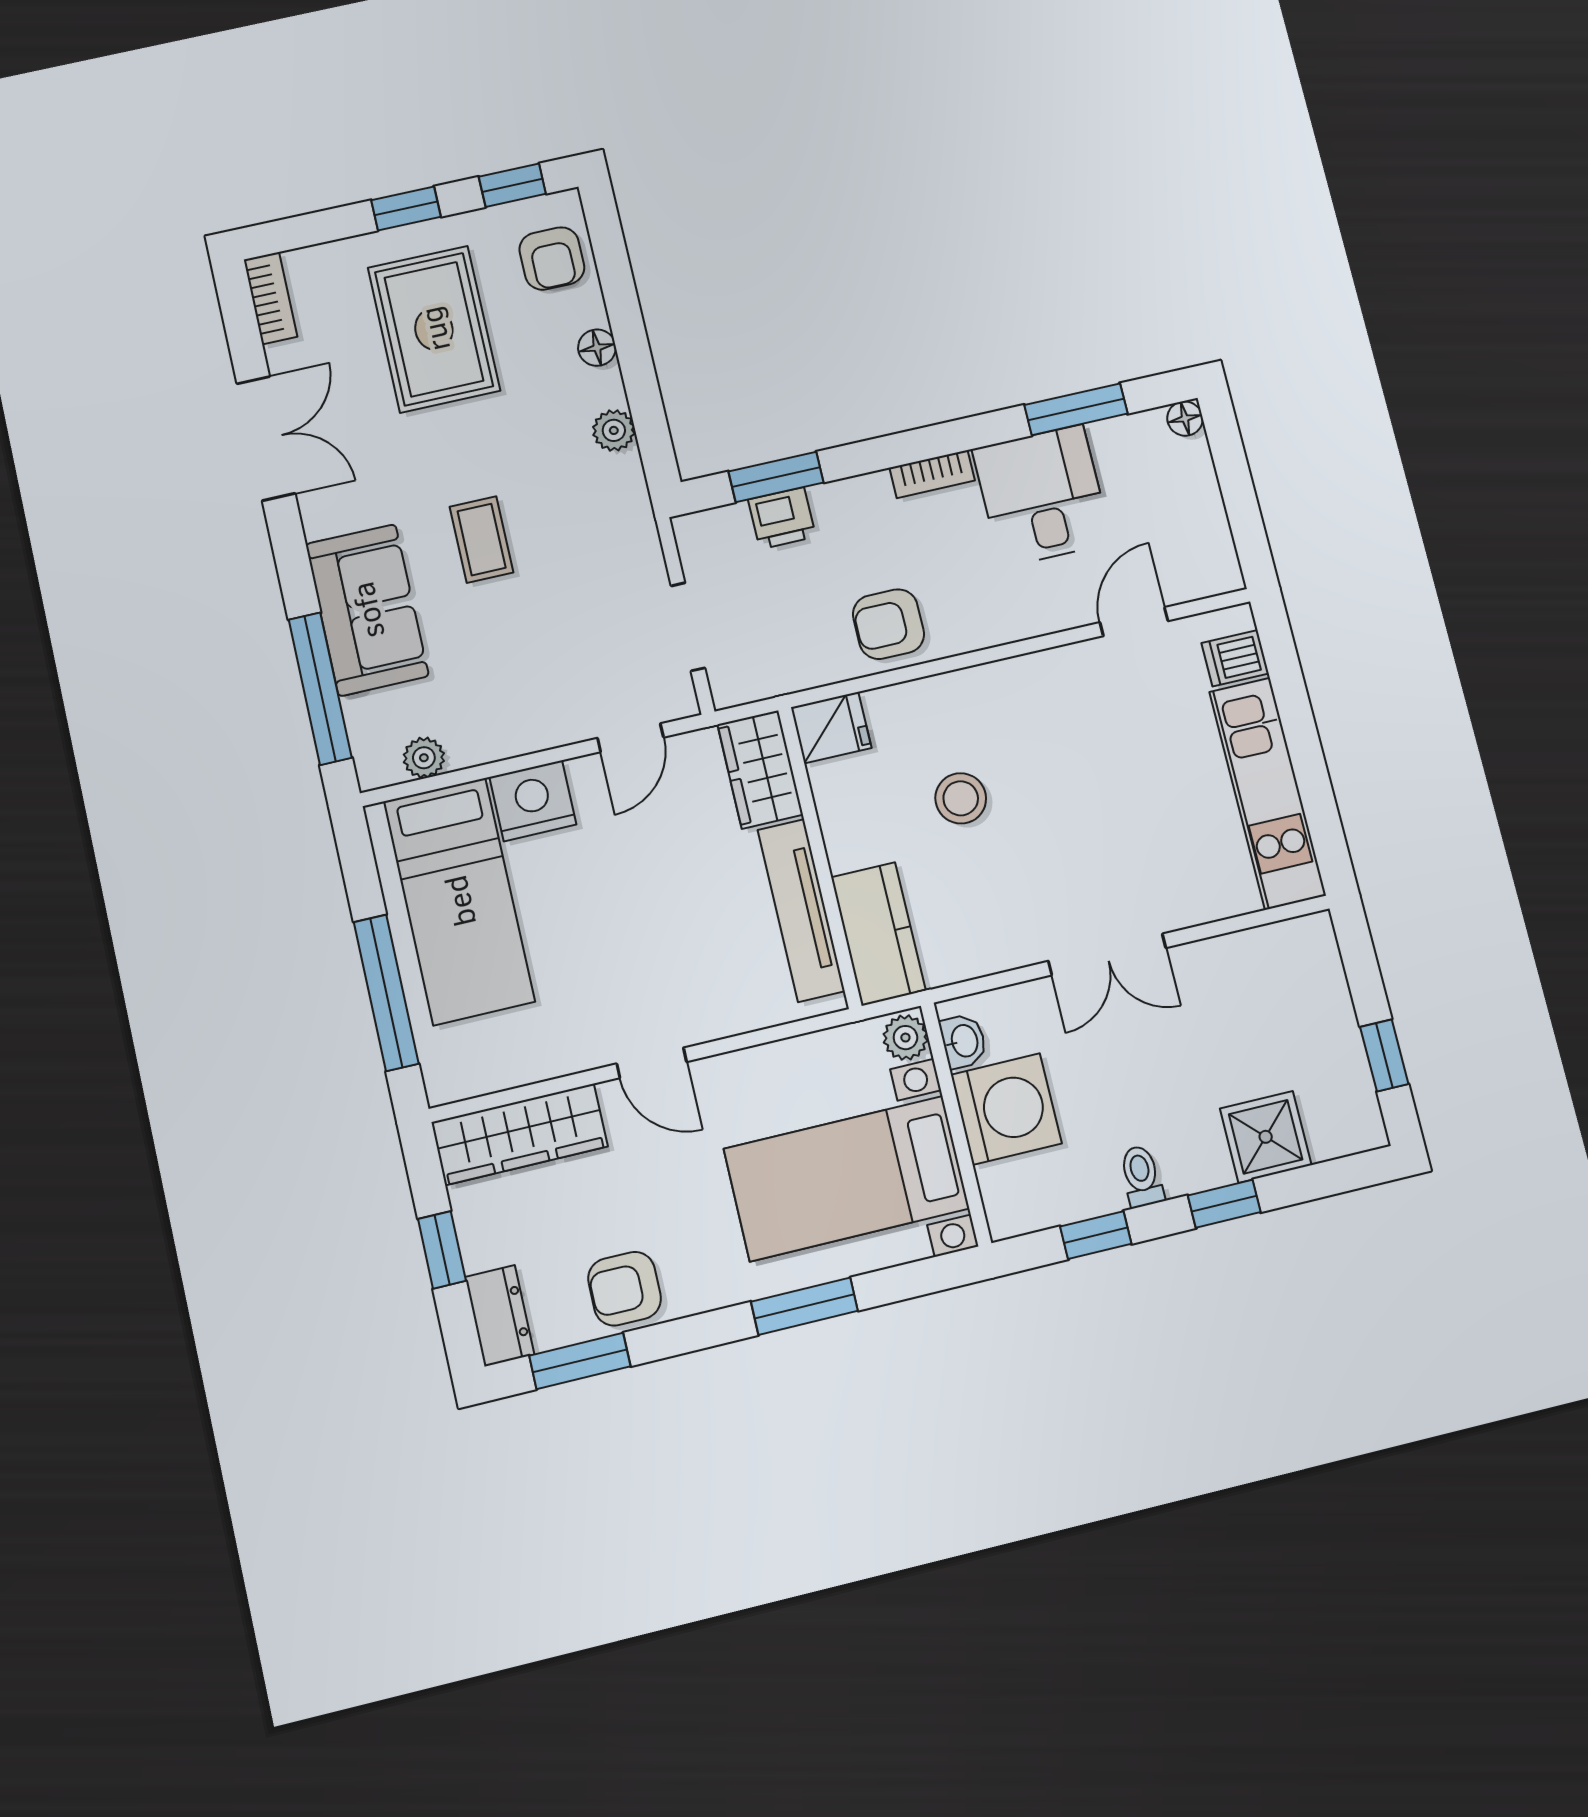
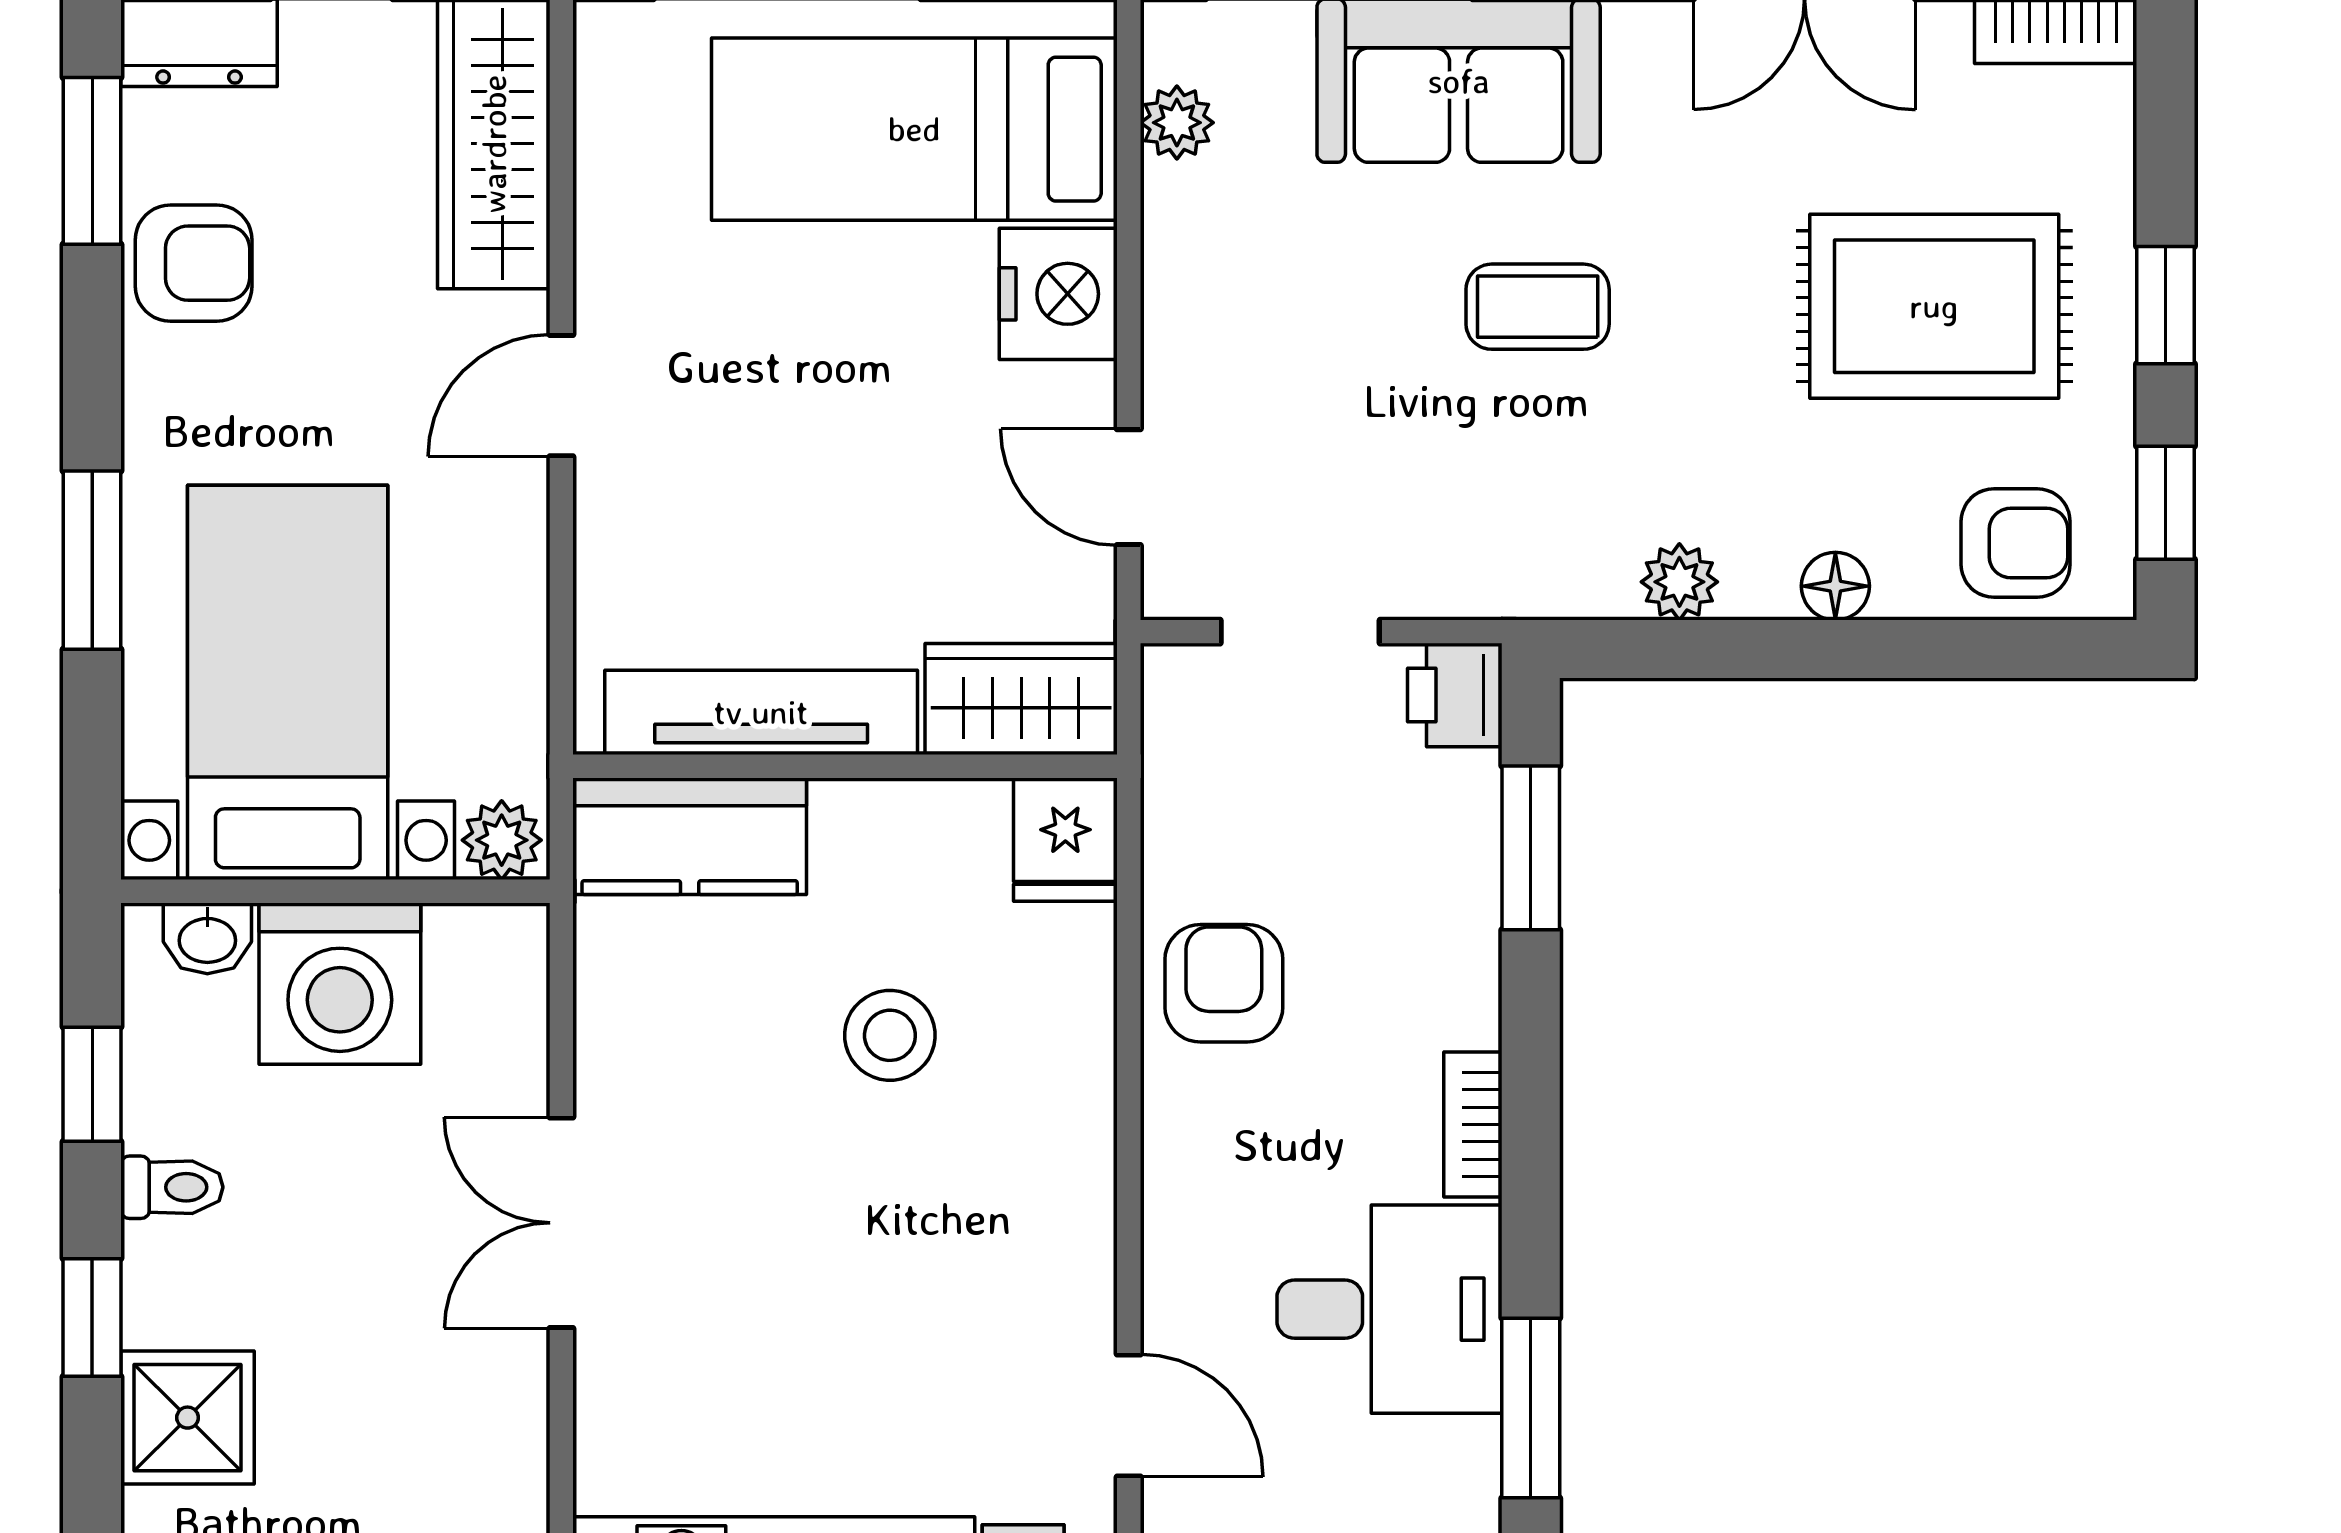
armchair: (552, 258) -> (2016, 543), turned 180
printer: (782, 518) -> (1455, 695), moved
washbasin: (963, 1041) -> (207, 938), moved
armchair: (625, 1289) -> (194, 263), turned 90

